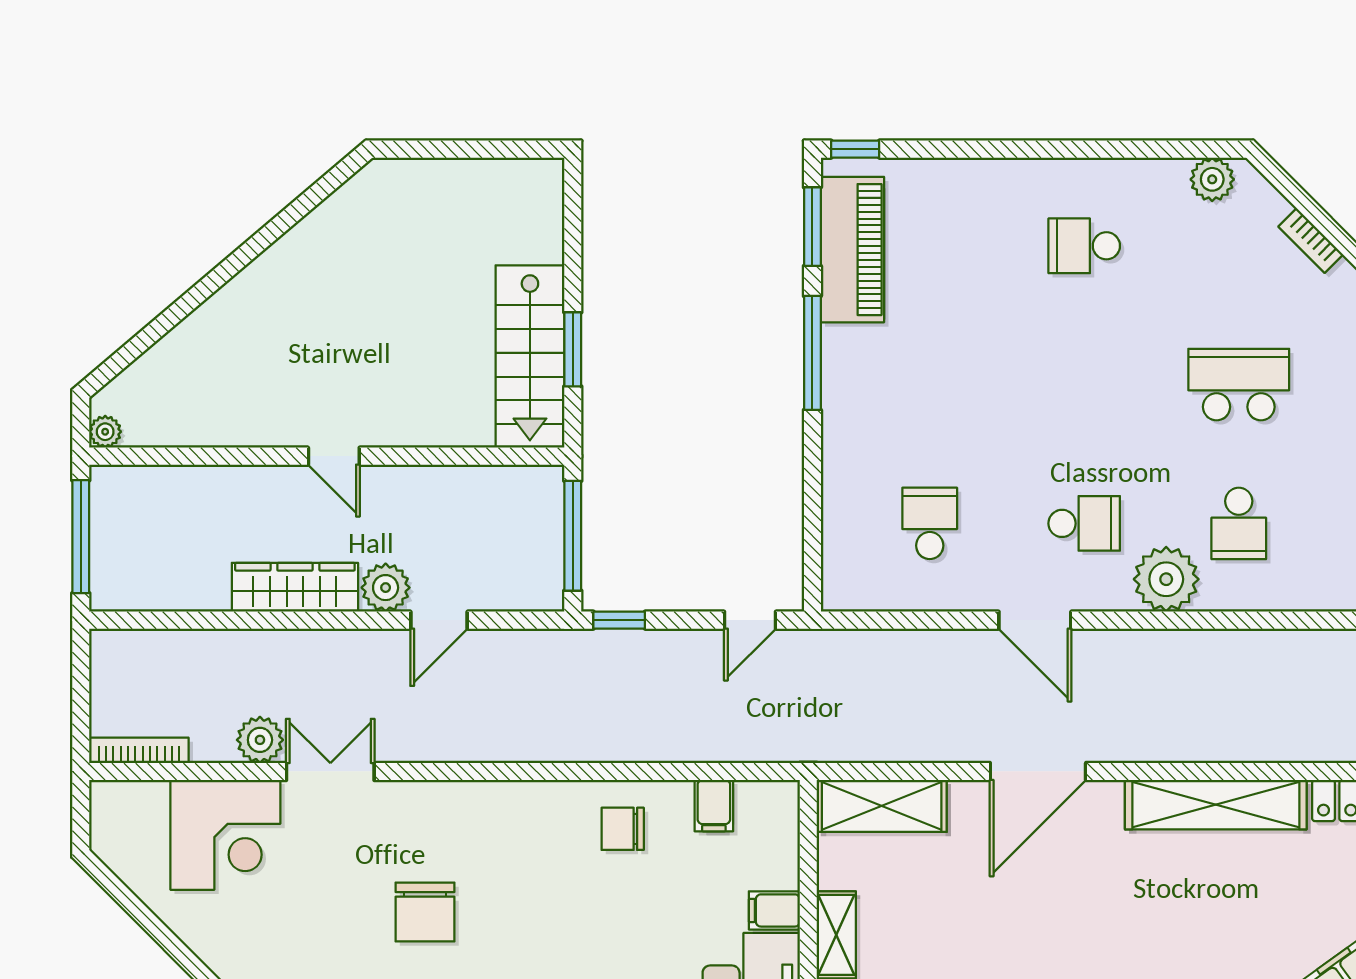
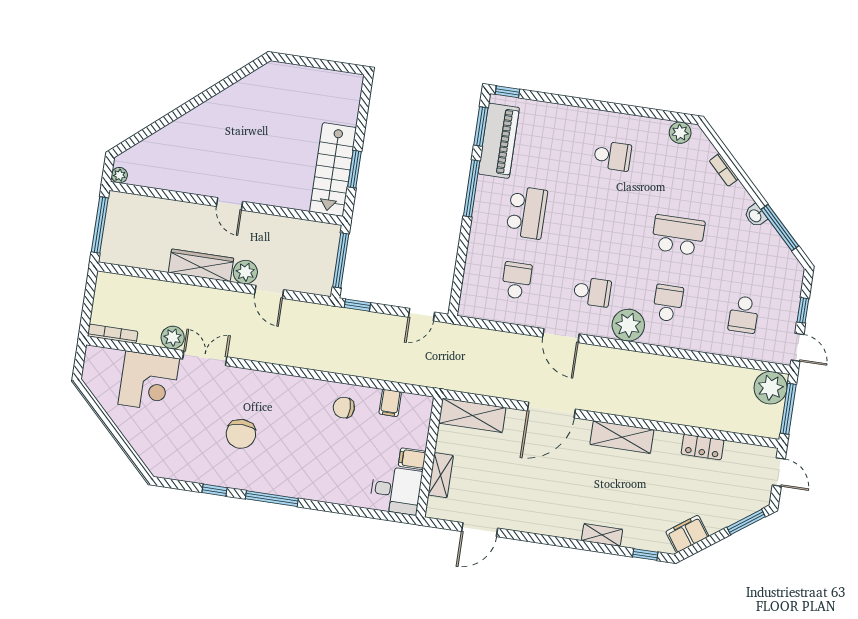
school desk: (1084, 246) -> (613, 156), turned 180
school desk: (930, 385) -> (527, 213), added
school desk: (1239, 523) -> (668, 303), turned 180
door: (439, 620) -> (269, 292), hinge flipped
shelving: (1216, 805) -> (622, 437), width x0.68

